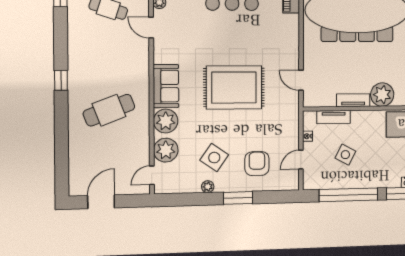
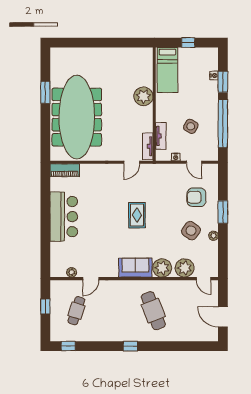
rug: (234, 87) -> (137, 215), width x0.54, depth x0.49
tv unit: (353, 100) -> (148, 146), moved

